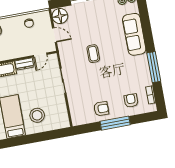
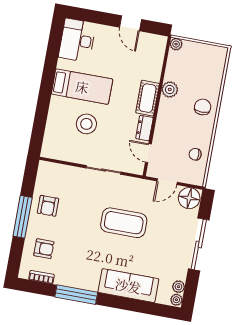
coffee table: (93, 54) -> (124, 223), width x1.86, depth x1.72
stool: (37, 115) -> (86, 124), moved

